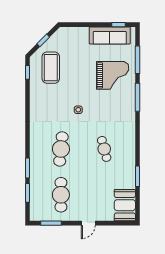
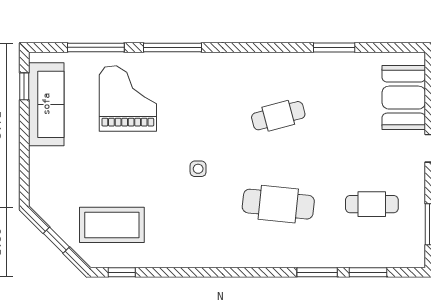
cafe table: (61, 195) -> (372, 204), width x0.73, depth x0.74
booth: (125, 205) -> (404, 98), moved, turned 90

